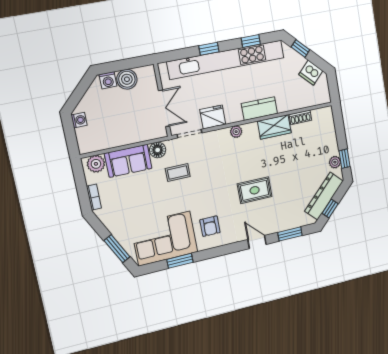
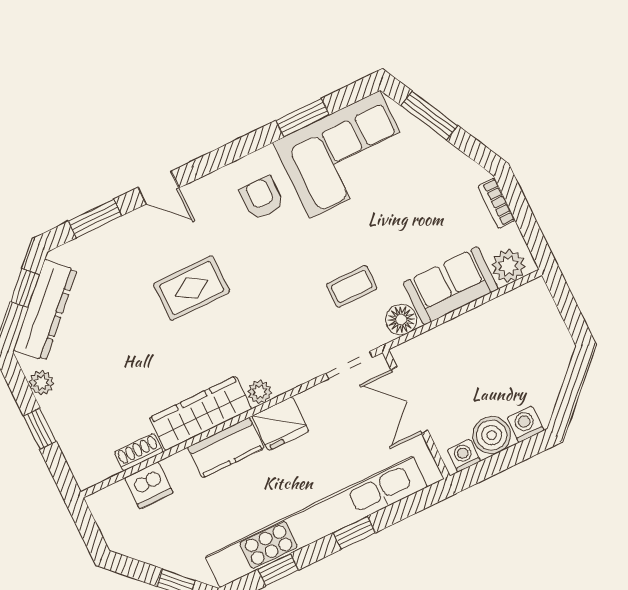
dishwasher: (311, 73) -> (149, 485), moved, turned 135
fridge: (213, 117) -> (280, 424), moved
washing machine: (79, 120) -> (464, 455), moved, turned 90
wardrobe: (274, 127) -> (201, 413), width x1.50
window: (344, 159) -> (40, 429), moved

